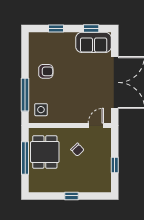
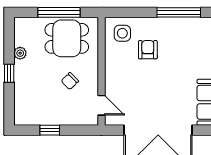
armchair: (46, 71) -> (148, 50), moved, turned 180
window: (25, 95) -> (179, 12), moved
plant: (56, 188) -> (20, 53), added

